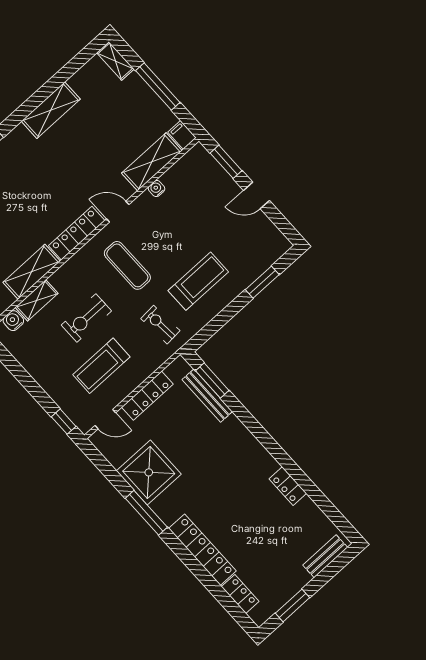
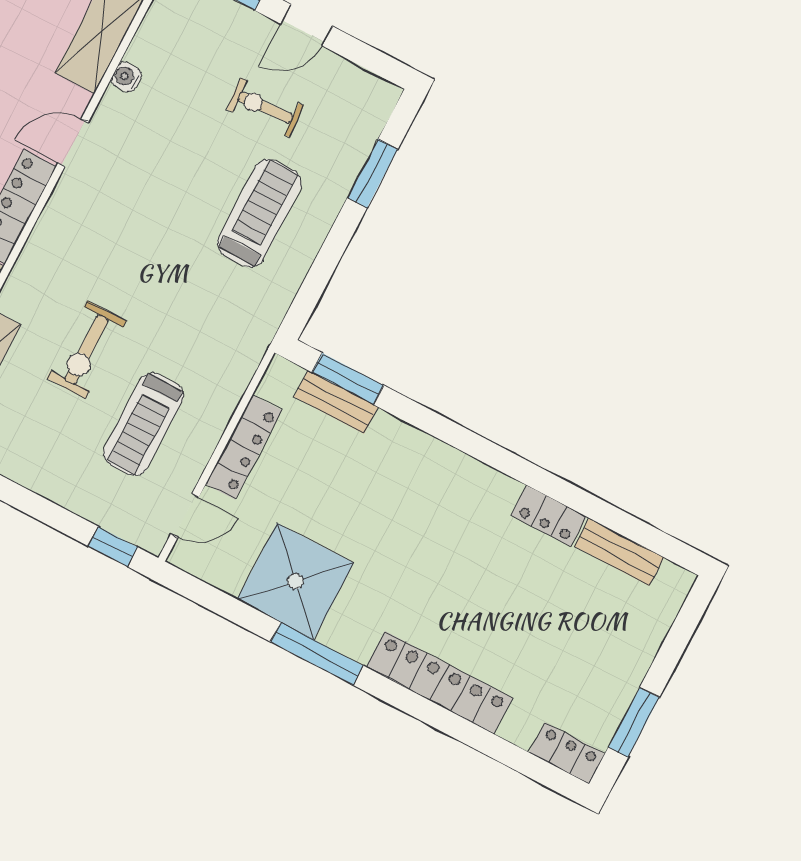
exercise mat: (127, 265) -> (125, 231), removed
exercise bike: (160, 325) -> (265, 107), moved
bench: (207, 396) -> (336, 402), width x0.73
bench: (325, 556) -> (619, 552), moved, turned 90
locker: (240, 594) -> (567, 753), moved

